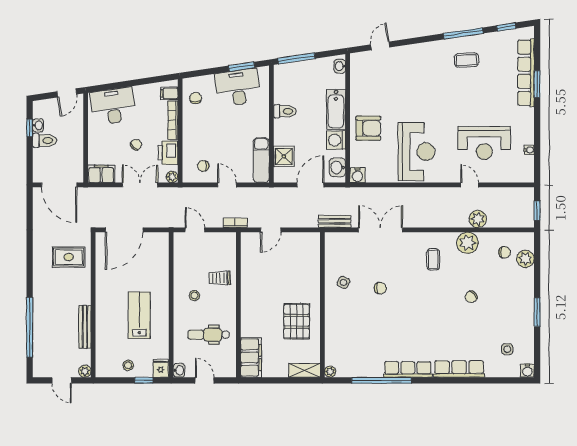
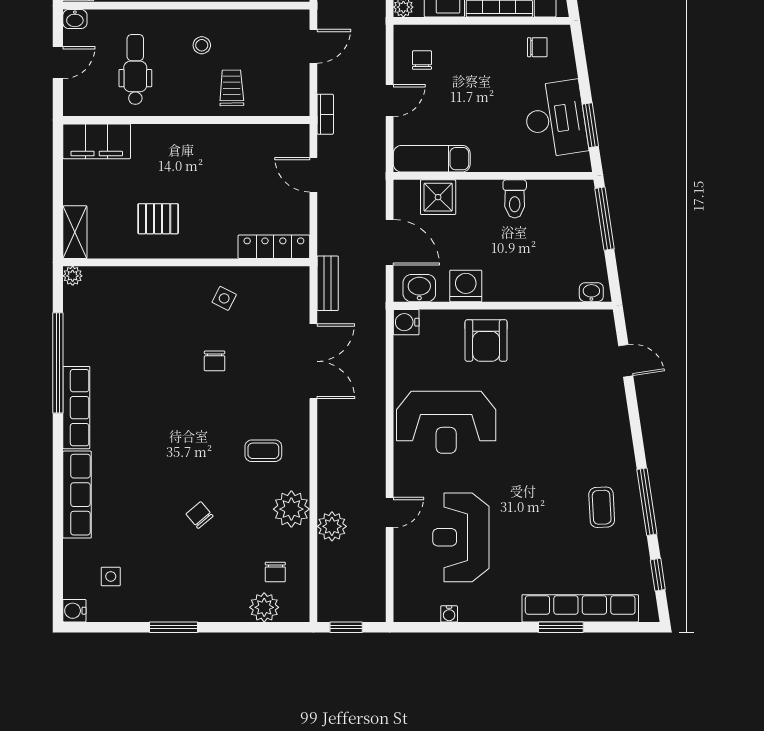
bathtub: (336, 109) -> (518, 286), removed
locker: (313, 253) -> (274, 247), added
pallet: (297, 321) -> (158, 219), width x0.67, depth x0.71

